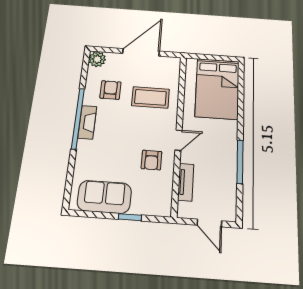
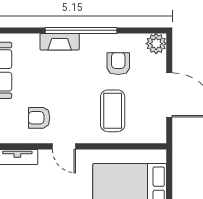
armchair: (110, 90) -> (118, 64), turned -90
fireplace: (87, 122) -> (60, 42), moved

